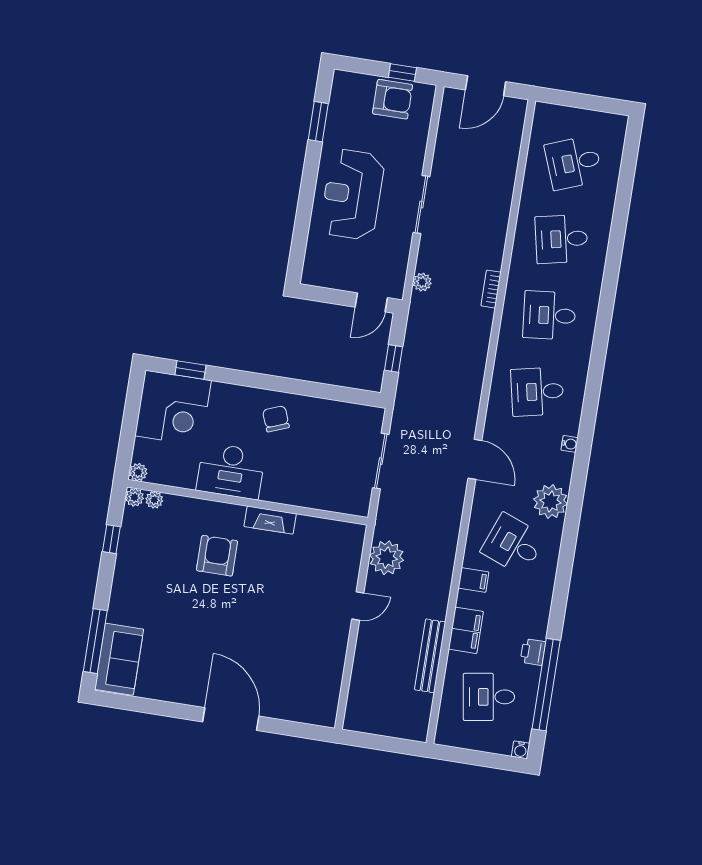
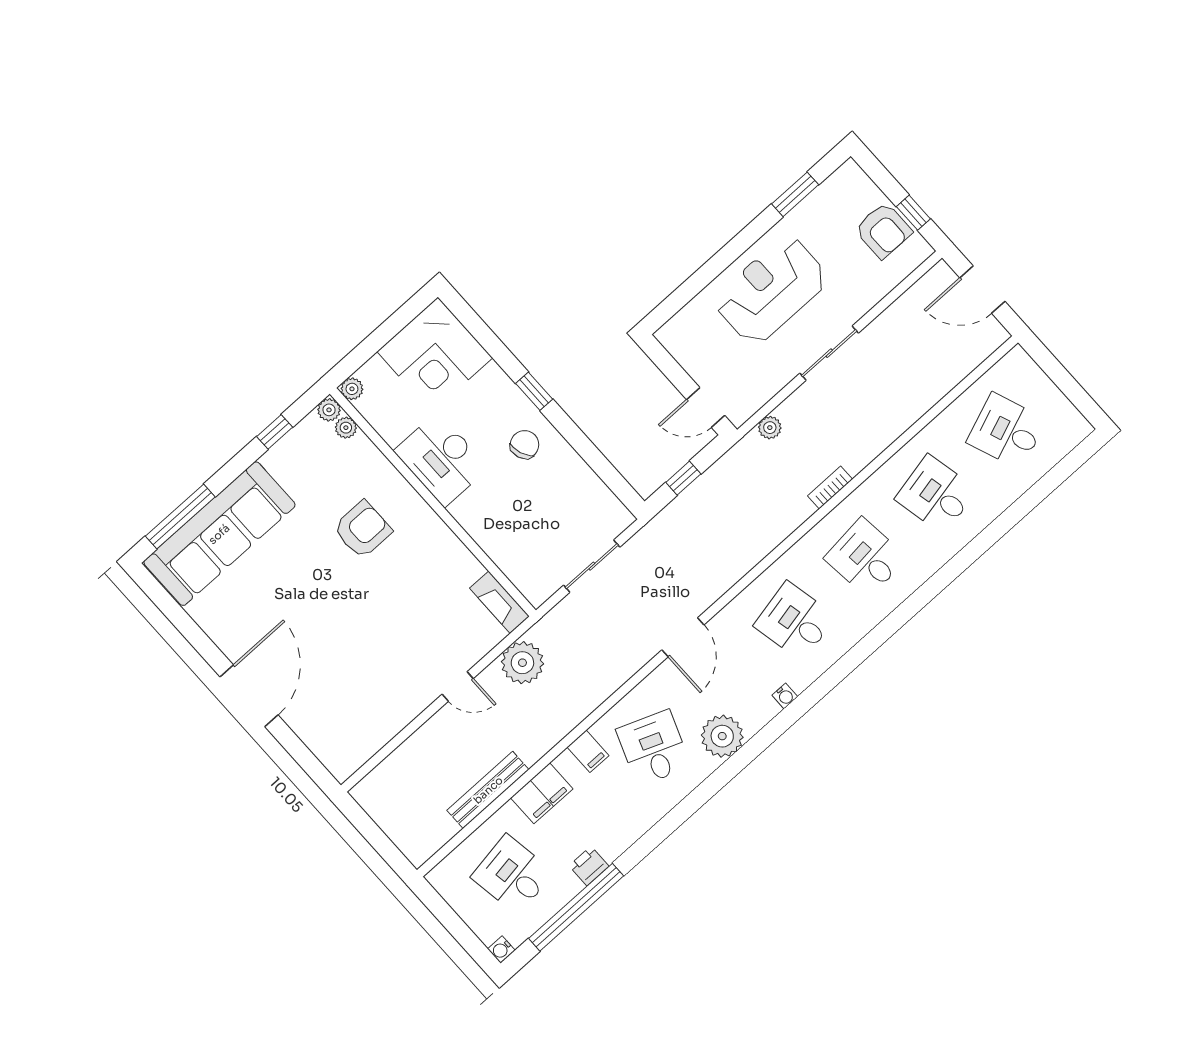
window: (190, 370) -> (534, 391), moved
fireplace: (270, 520) -> (499, 602), moved
sofa: (119, 659) -> (219, 534), width x1.85, depth x1.27

